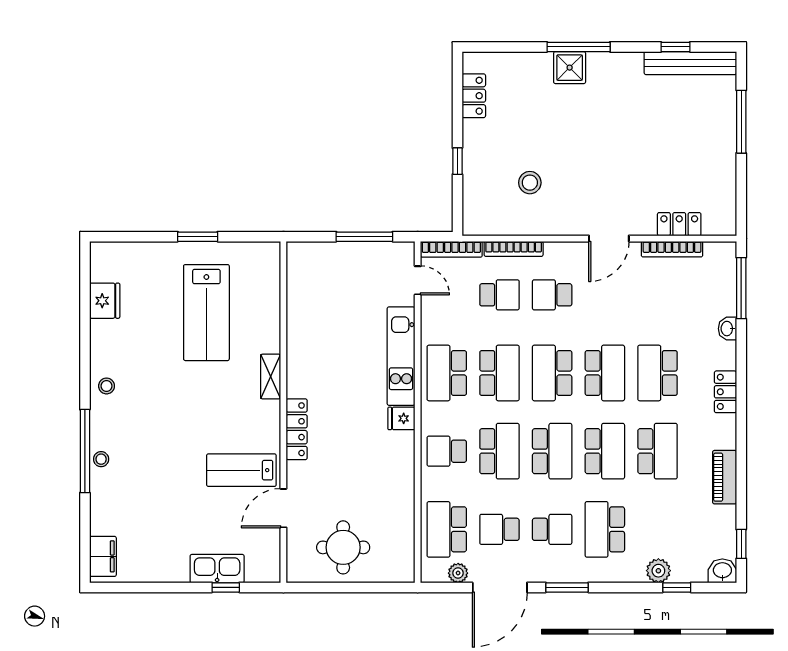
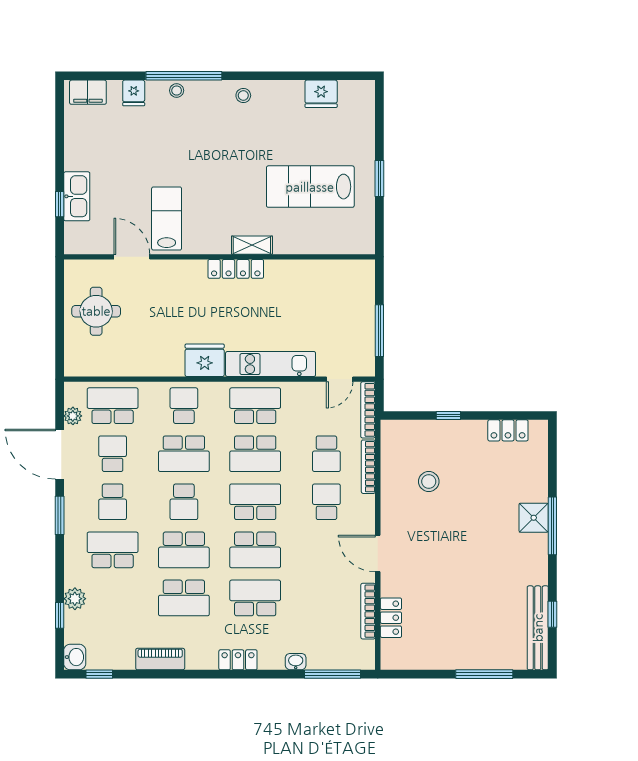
fridge: (401, 418) -> (205, 360), width x1.88, depth x1.34
locker: (297, 429) -> (236, 269), moved
school desk: (552, 451) -> (184, 502), width x0.54
fridge: (104, 506) -> (134, 93), added

